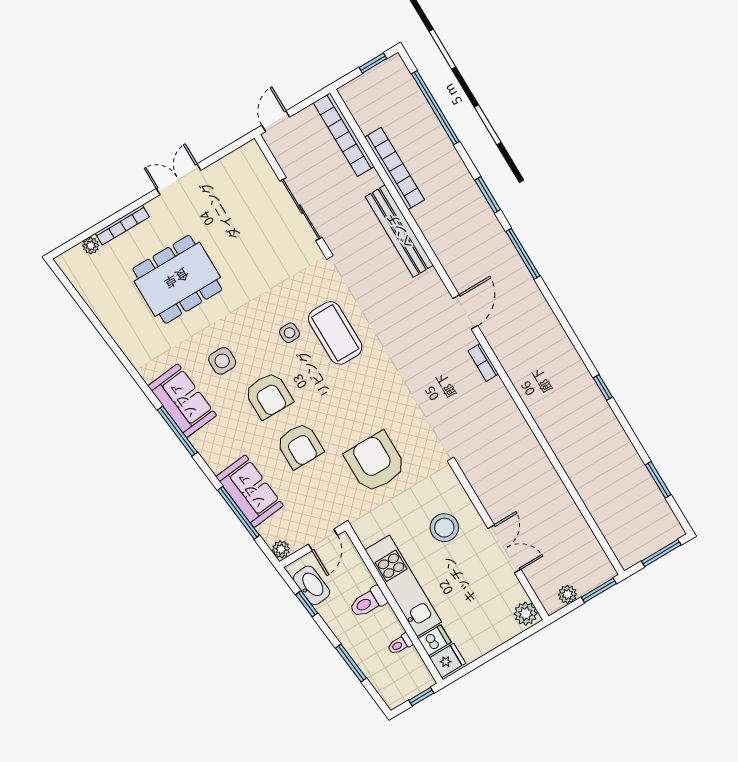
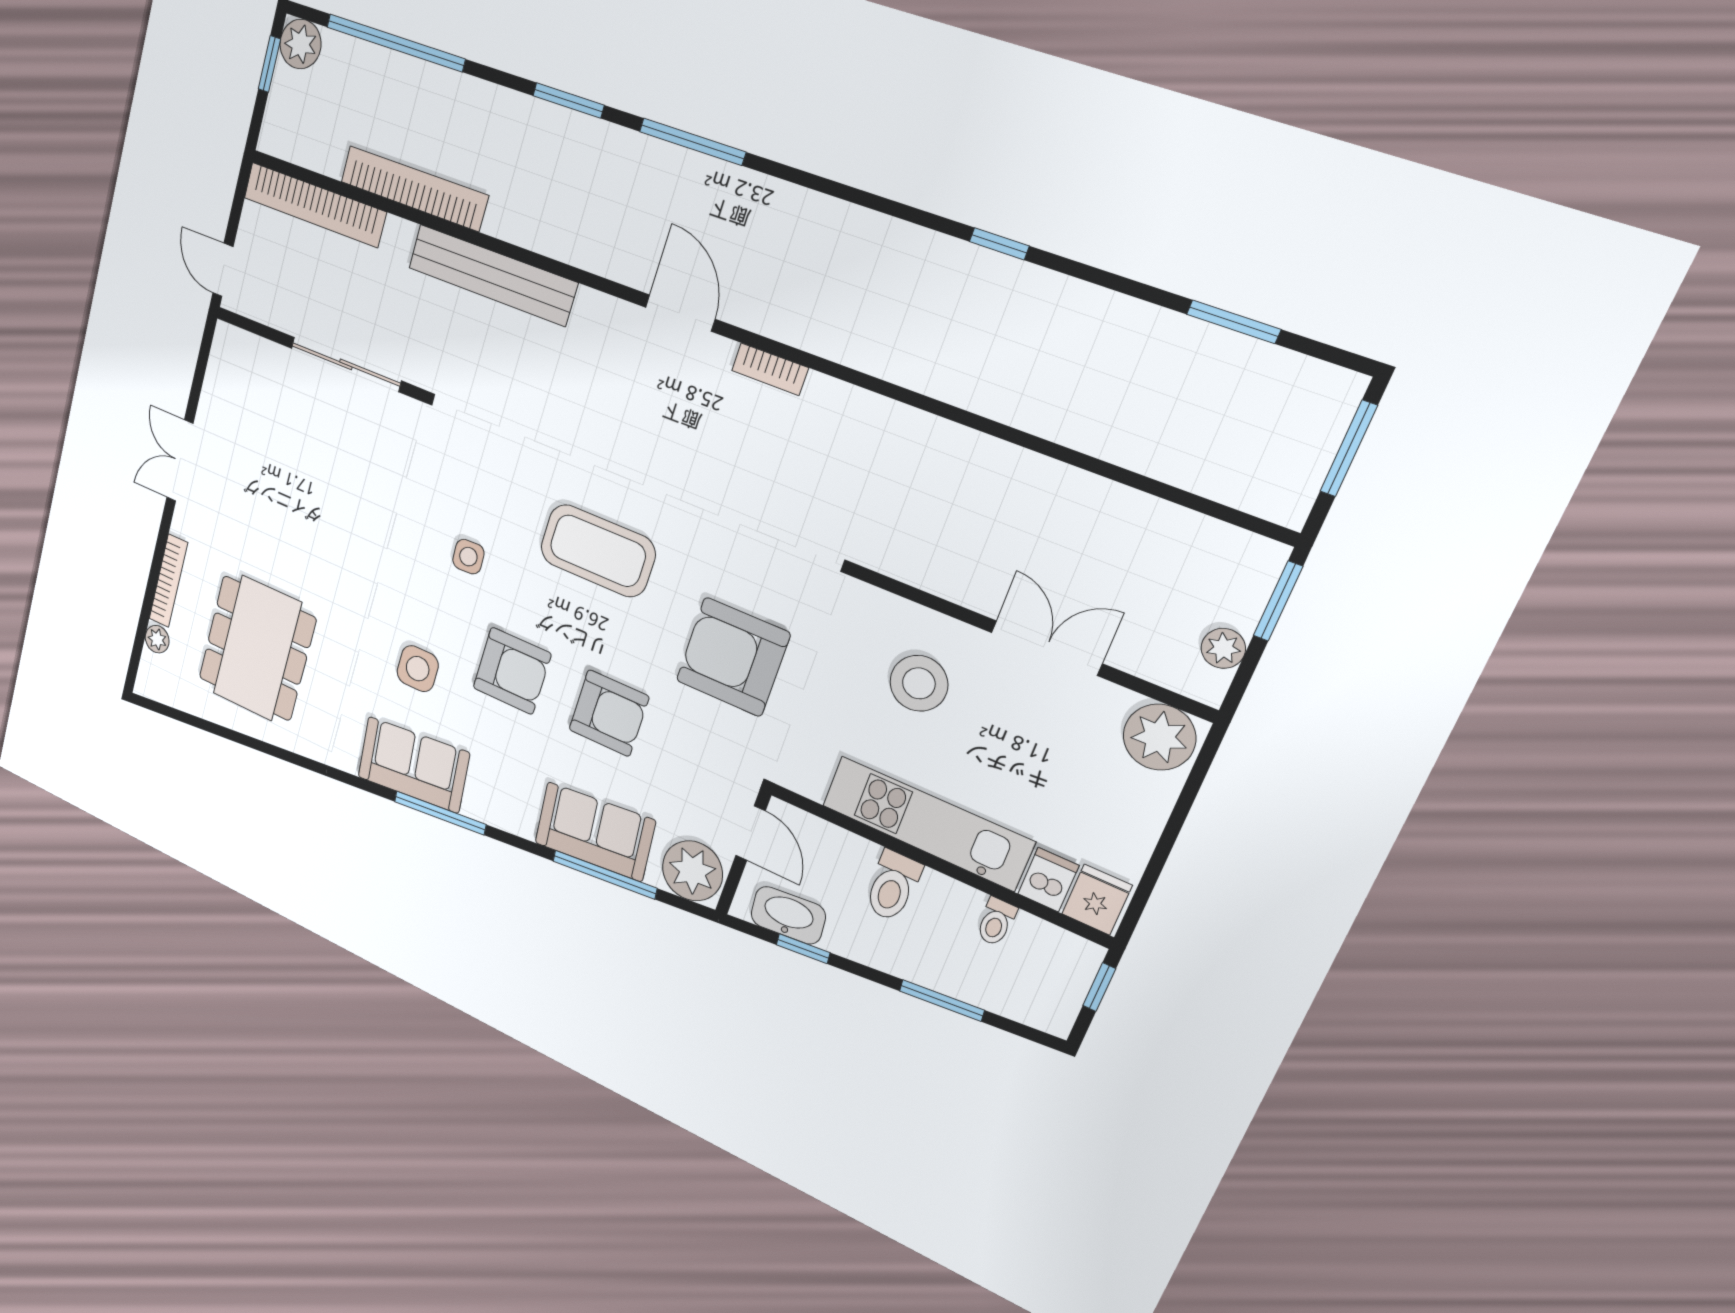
plant: (394, 69) -> (300, 44), added
dining table: (177, 279) -> (257, 648), moved
coffee table: (335, 333) -> (598, 551), moved
plant: (281, 549) -> (692, 871), width x1.88, depth x1.88
plant: (526, 614) -> (1159, 737), width x1.36, depth x1.36

